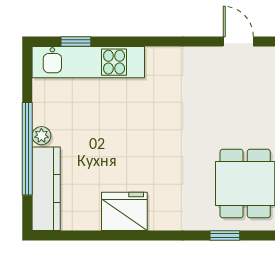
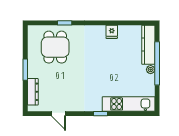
window: (76, 41) -> (101, 114), moved
fridge: (124, 211) -> (112, 32), width x0.53, depth x0.75

